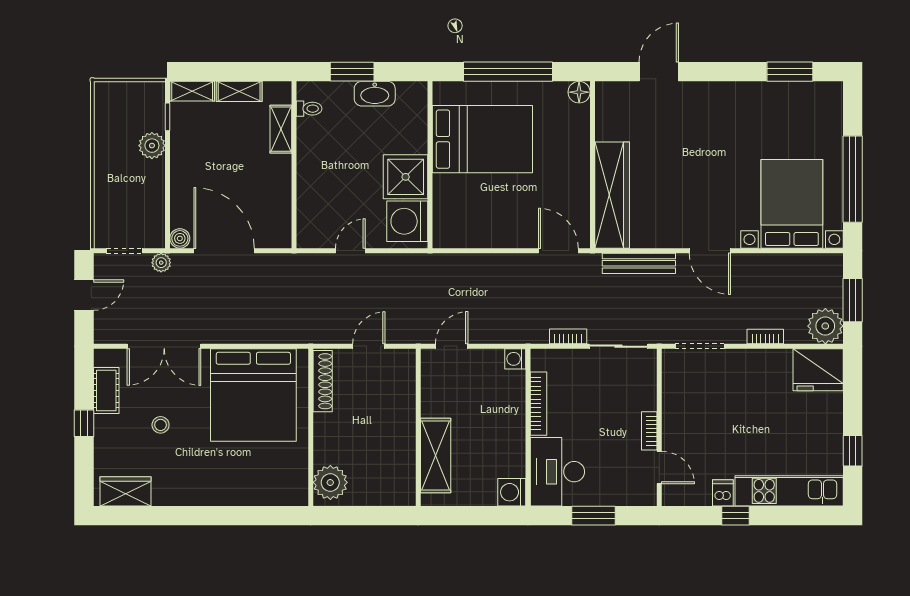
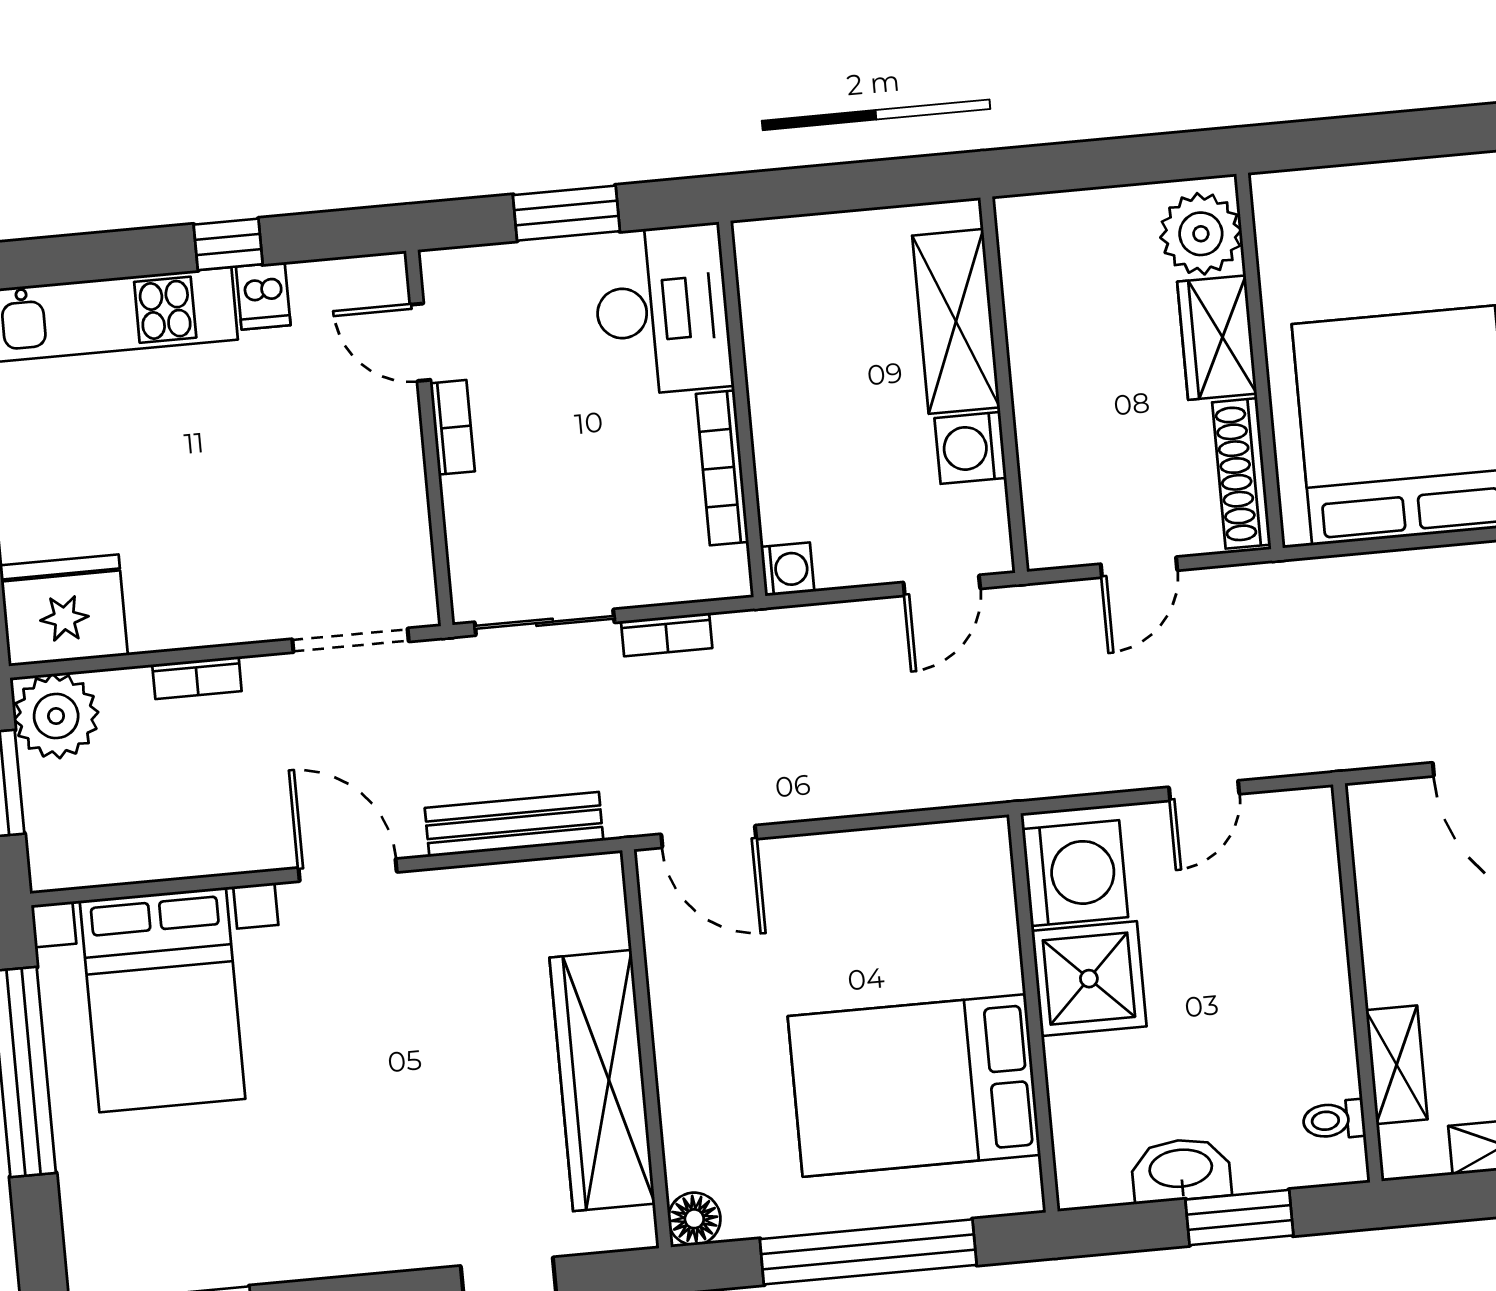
wardrobe: (612, 195) -> (602, 1081), moved
wardrobe: (328, 439) -> (1217, 338), added
washing machine: (512, 492) -> (970, 448), moved, turned 180

